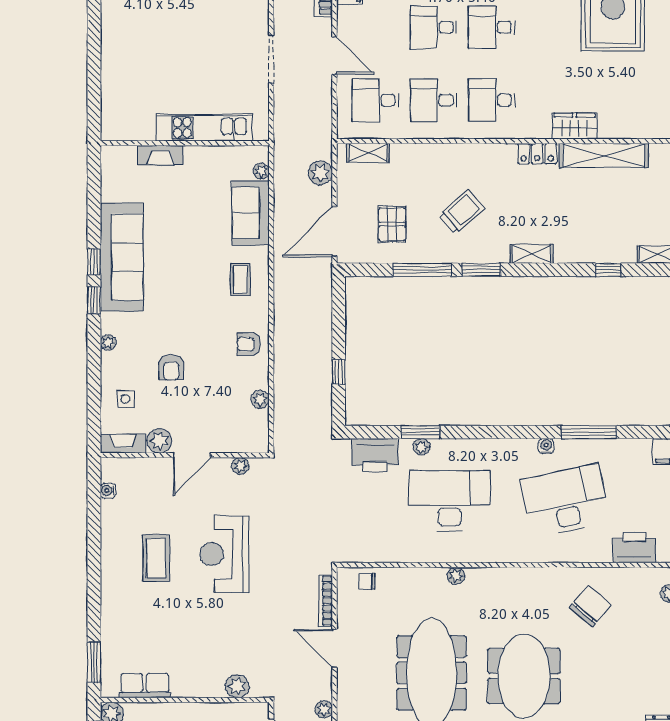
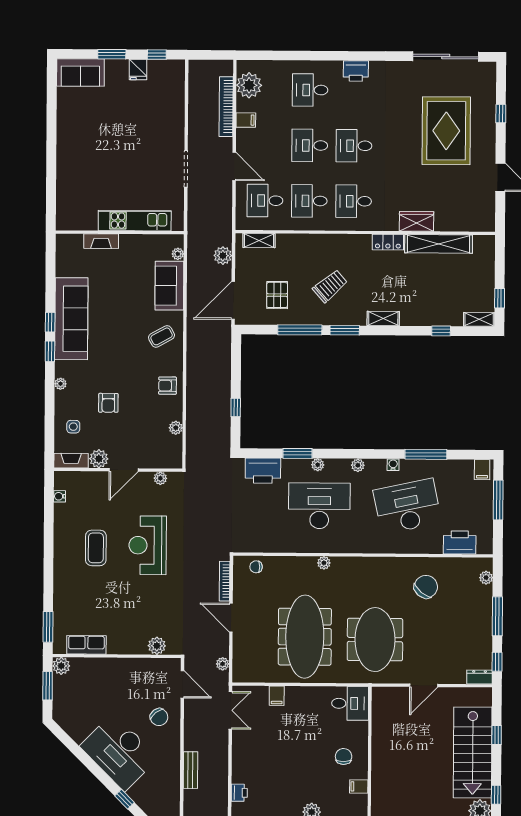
coffee table: (241, 280) -> (162, 336), turned 61
plant: (422, 447) -> (318, 465), moved
plant: (500, 447) -> (358, 465), added

